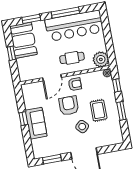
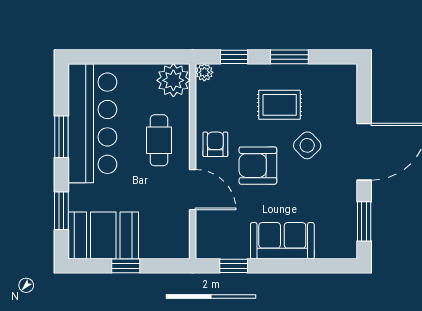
window: (65, 13) -> (61, 137), width x0.69
window: (23, 119) -> (234, 266), moved

